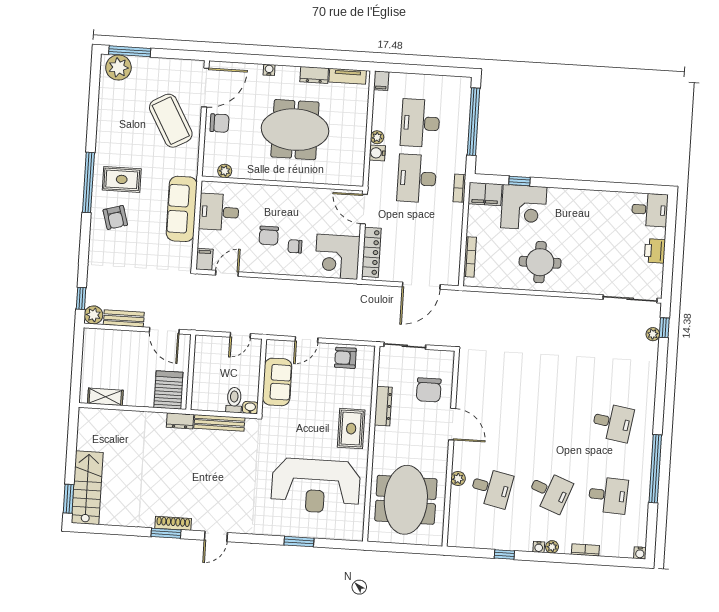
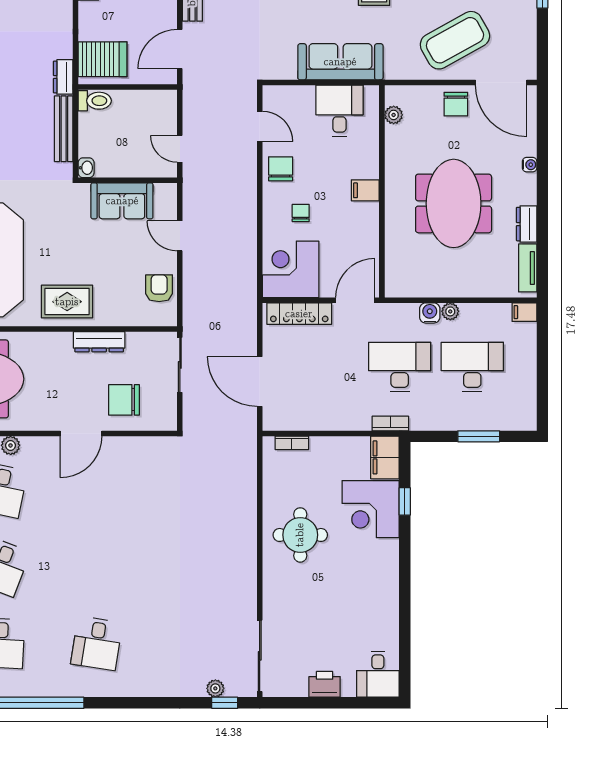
window: (473, 122) -> (479, 436), width x0.47
chair: (269, 236) -> (281, 169), moved, turned 90
bookcase: (470, 257) -> (292, 443), width x0.64
filing cabinet: (204, 259) -> (365, 190), moved, turned 180
toilet: (234, 400) -> (95, 101), moved

